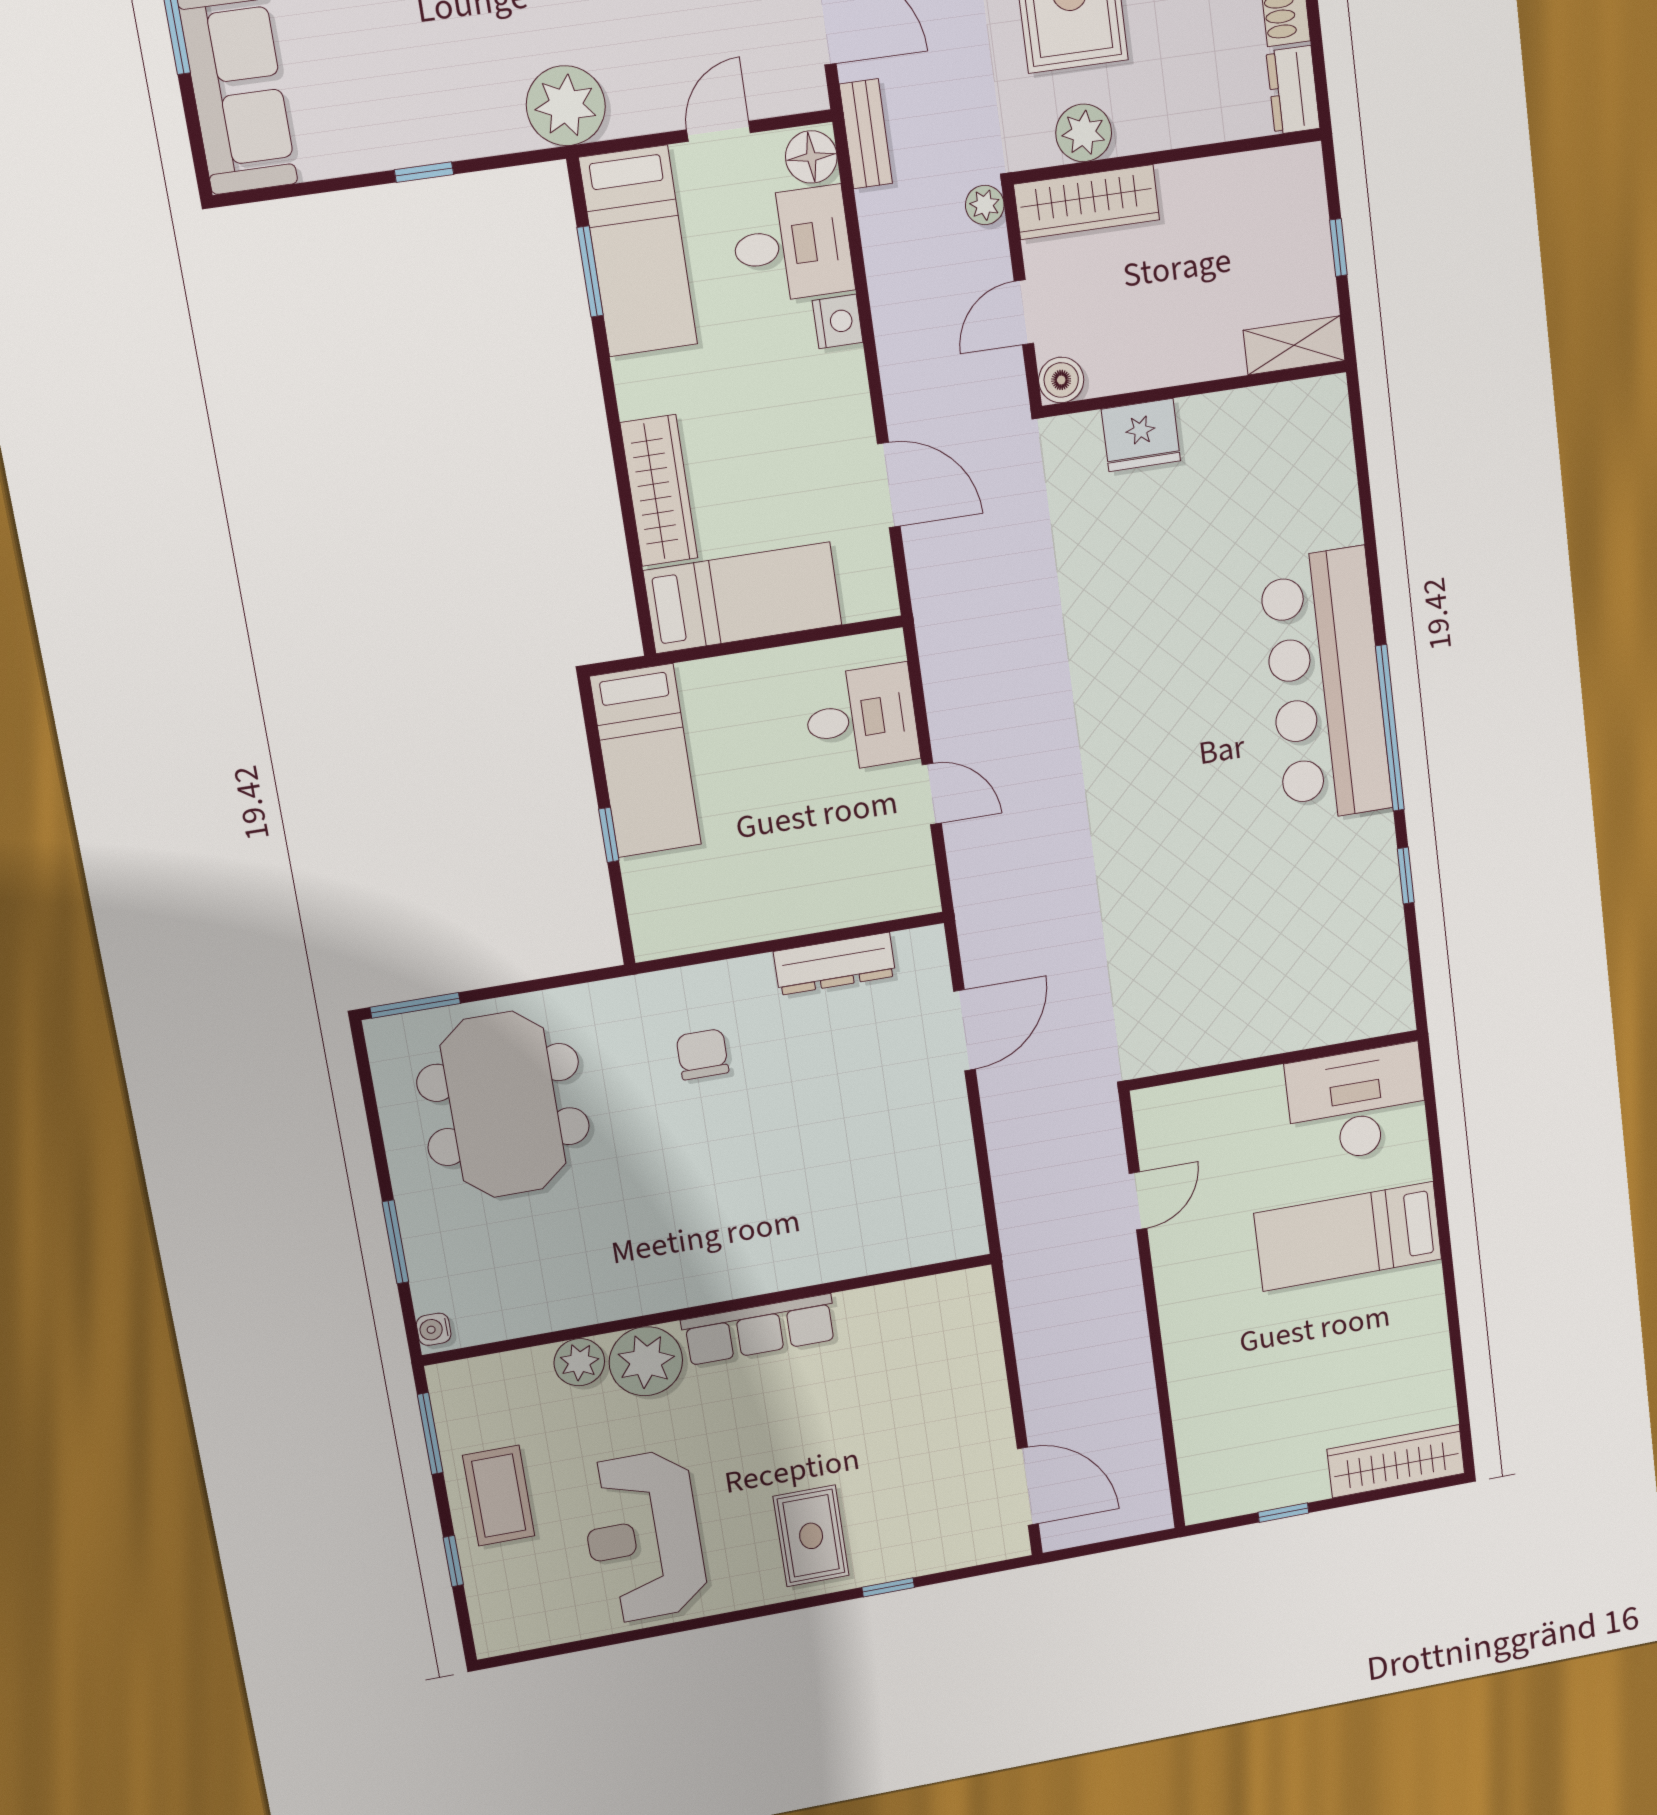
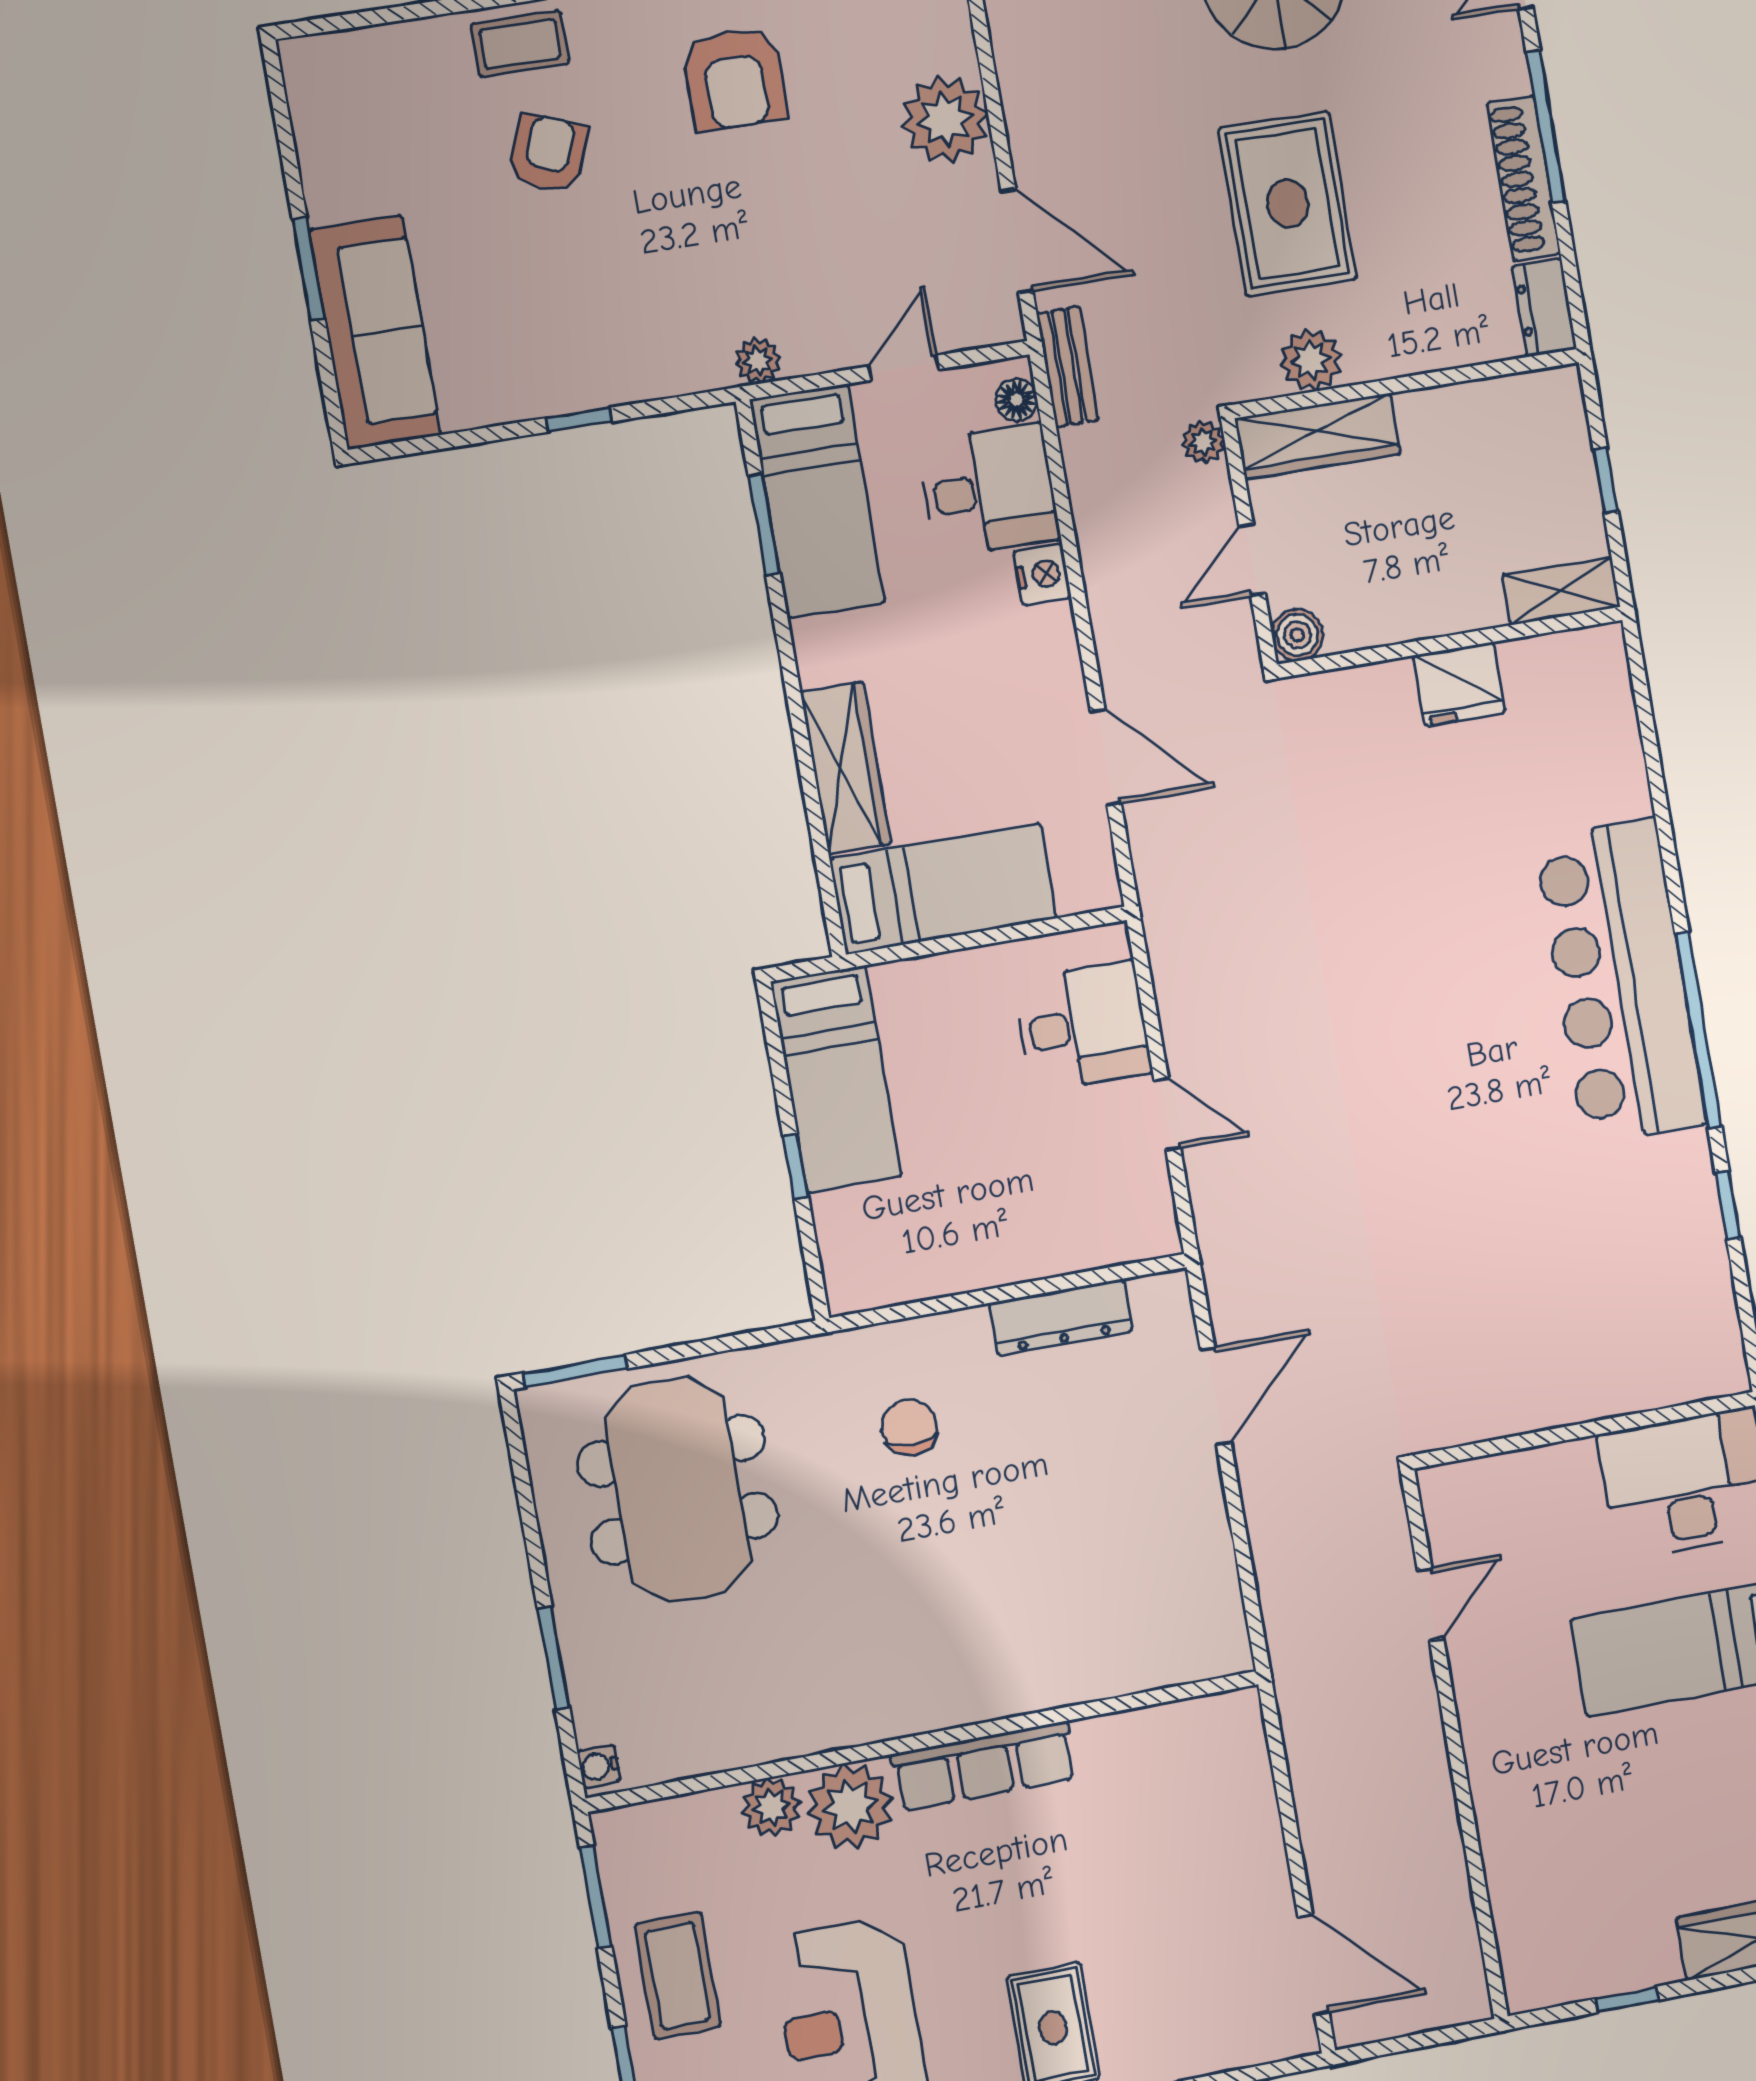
plant: (566, 106) -> (758, 361), width x0.53, depth x0.53
floor lamp: (811, 157) -> (1016, 400), width x0.73, depth x0.73
fridge: (1141, 435) -> (1459, 684), moved

